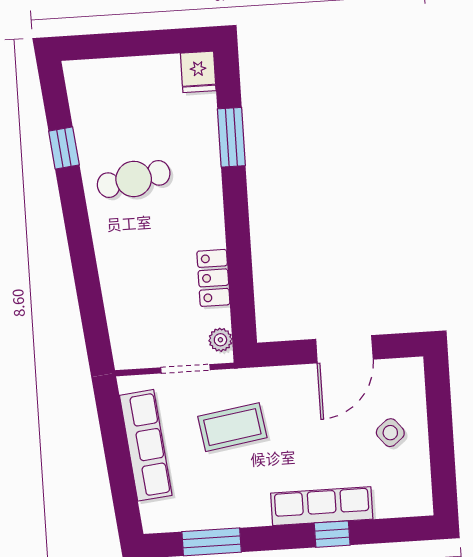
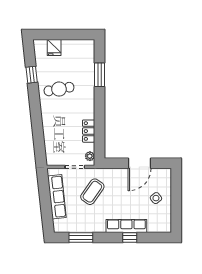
fridge: (198, 72) -> (54, 48), moved
coffee table: (232, 427) -> (92, 192), turned -46

